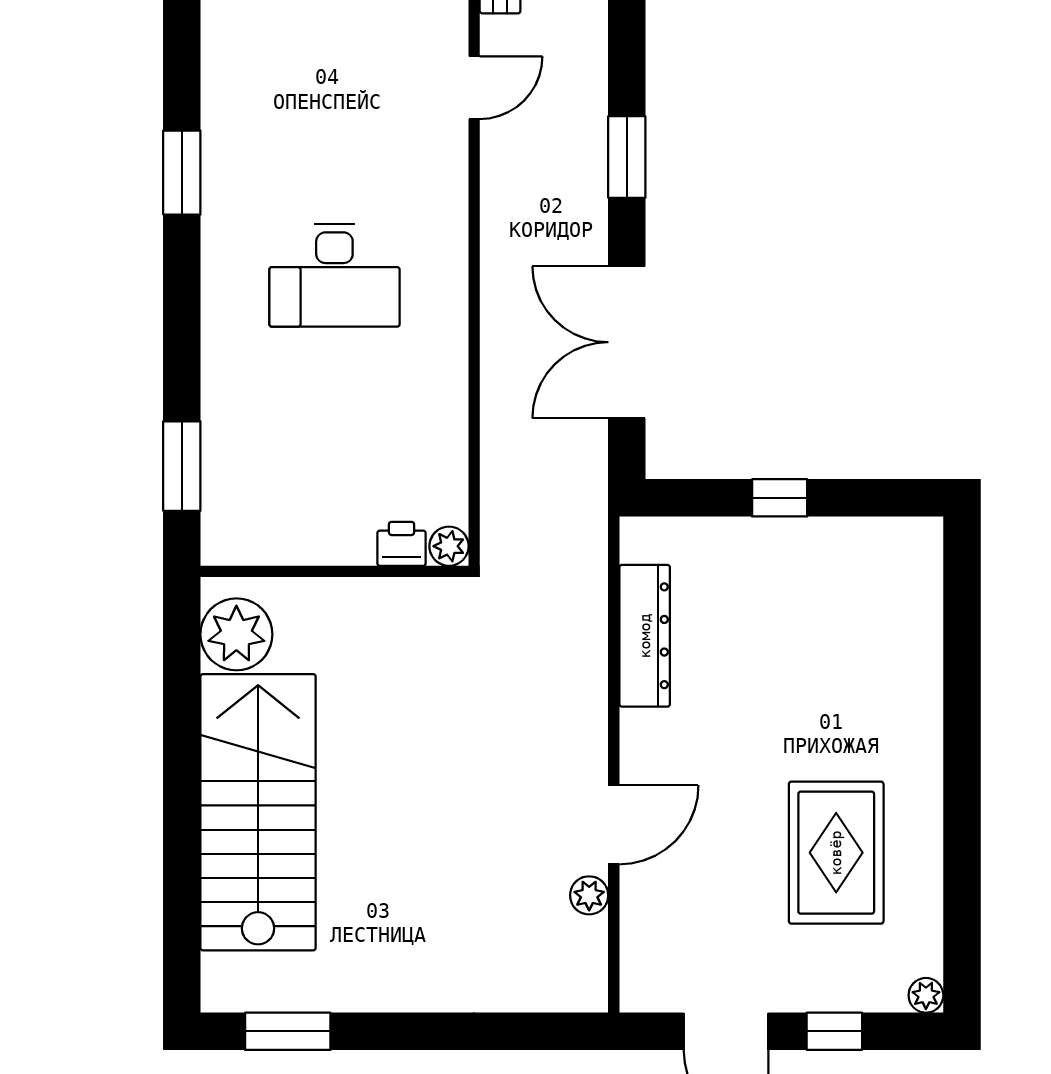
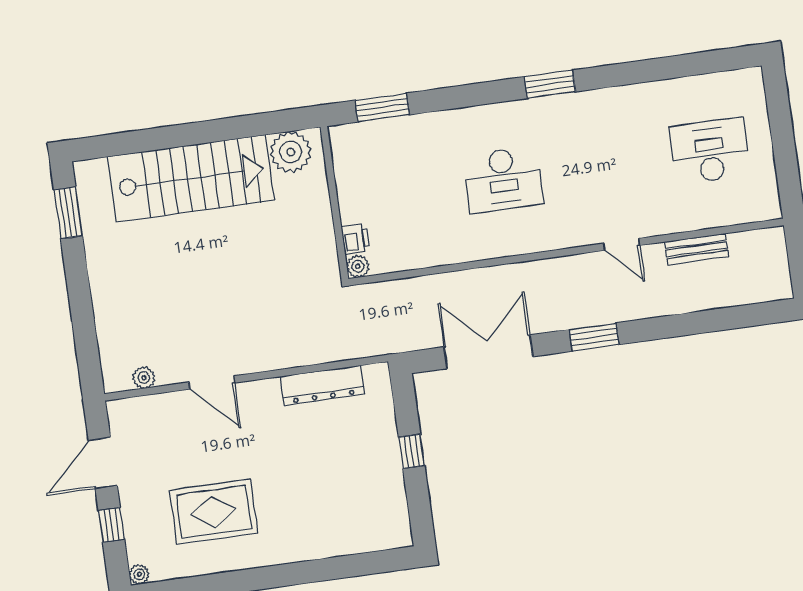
desk: (334, 275) -> (503, 180), turned -90
plant: (589, 895) -> (144, 378), moved

